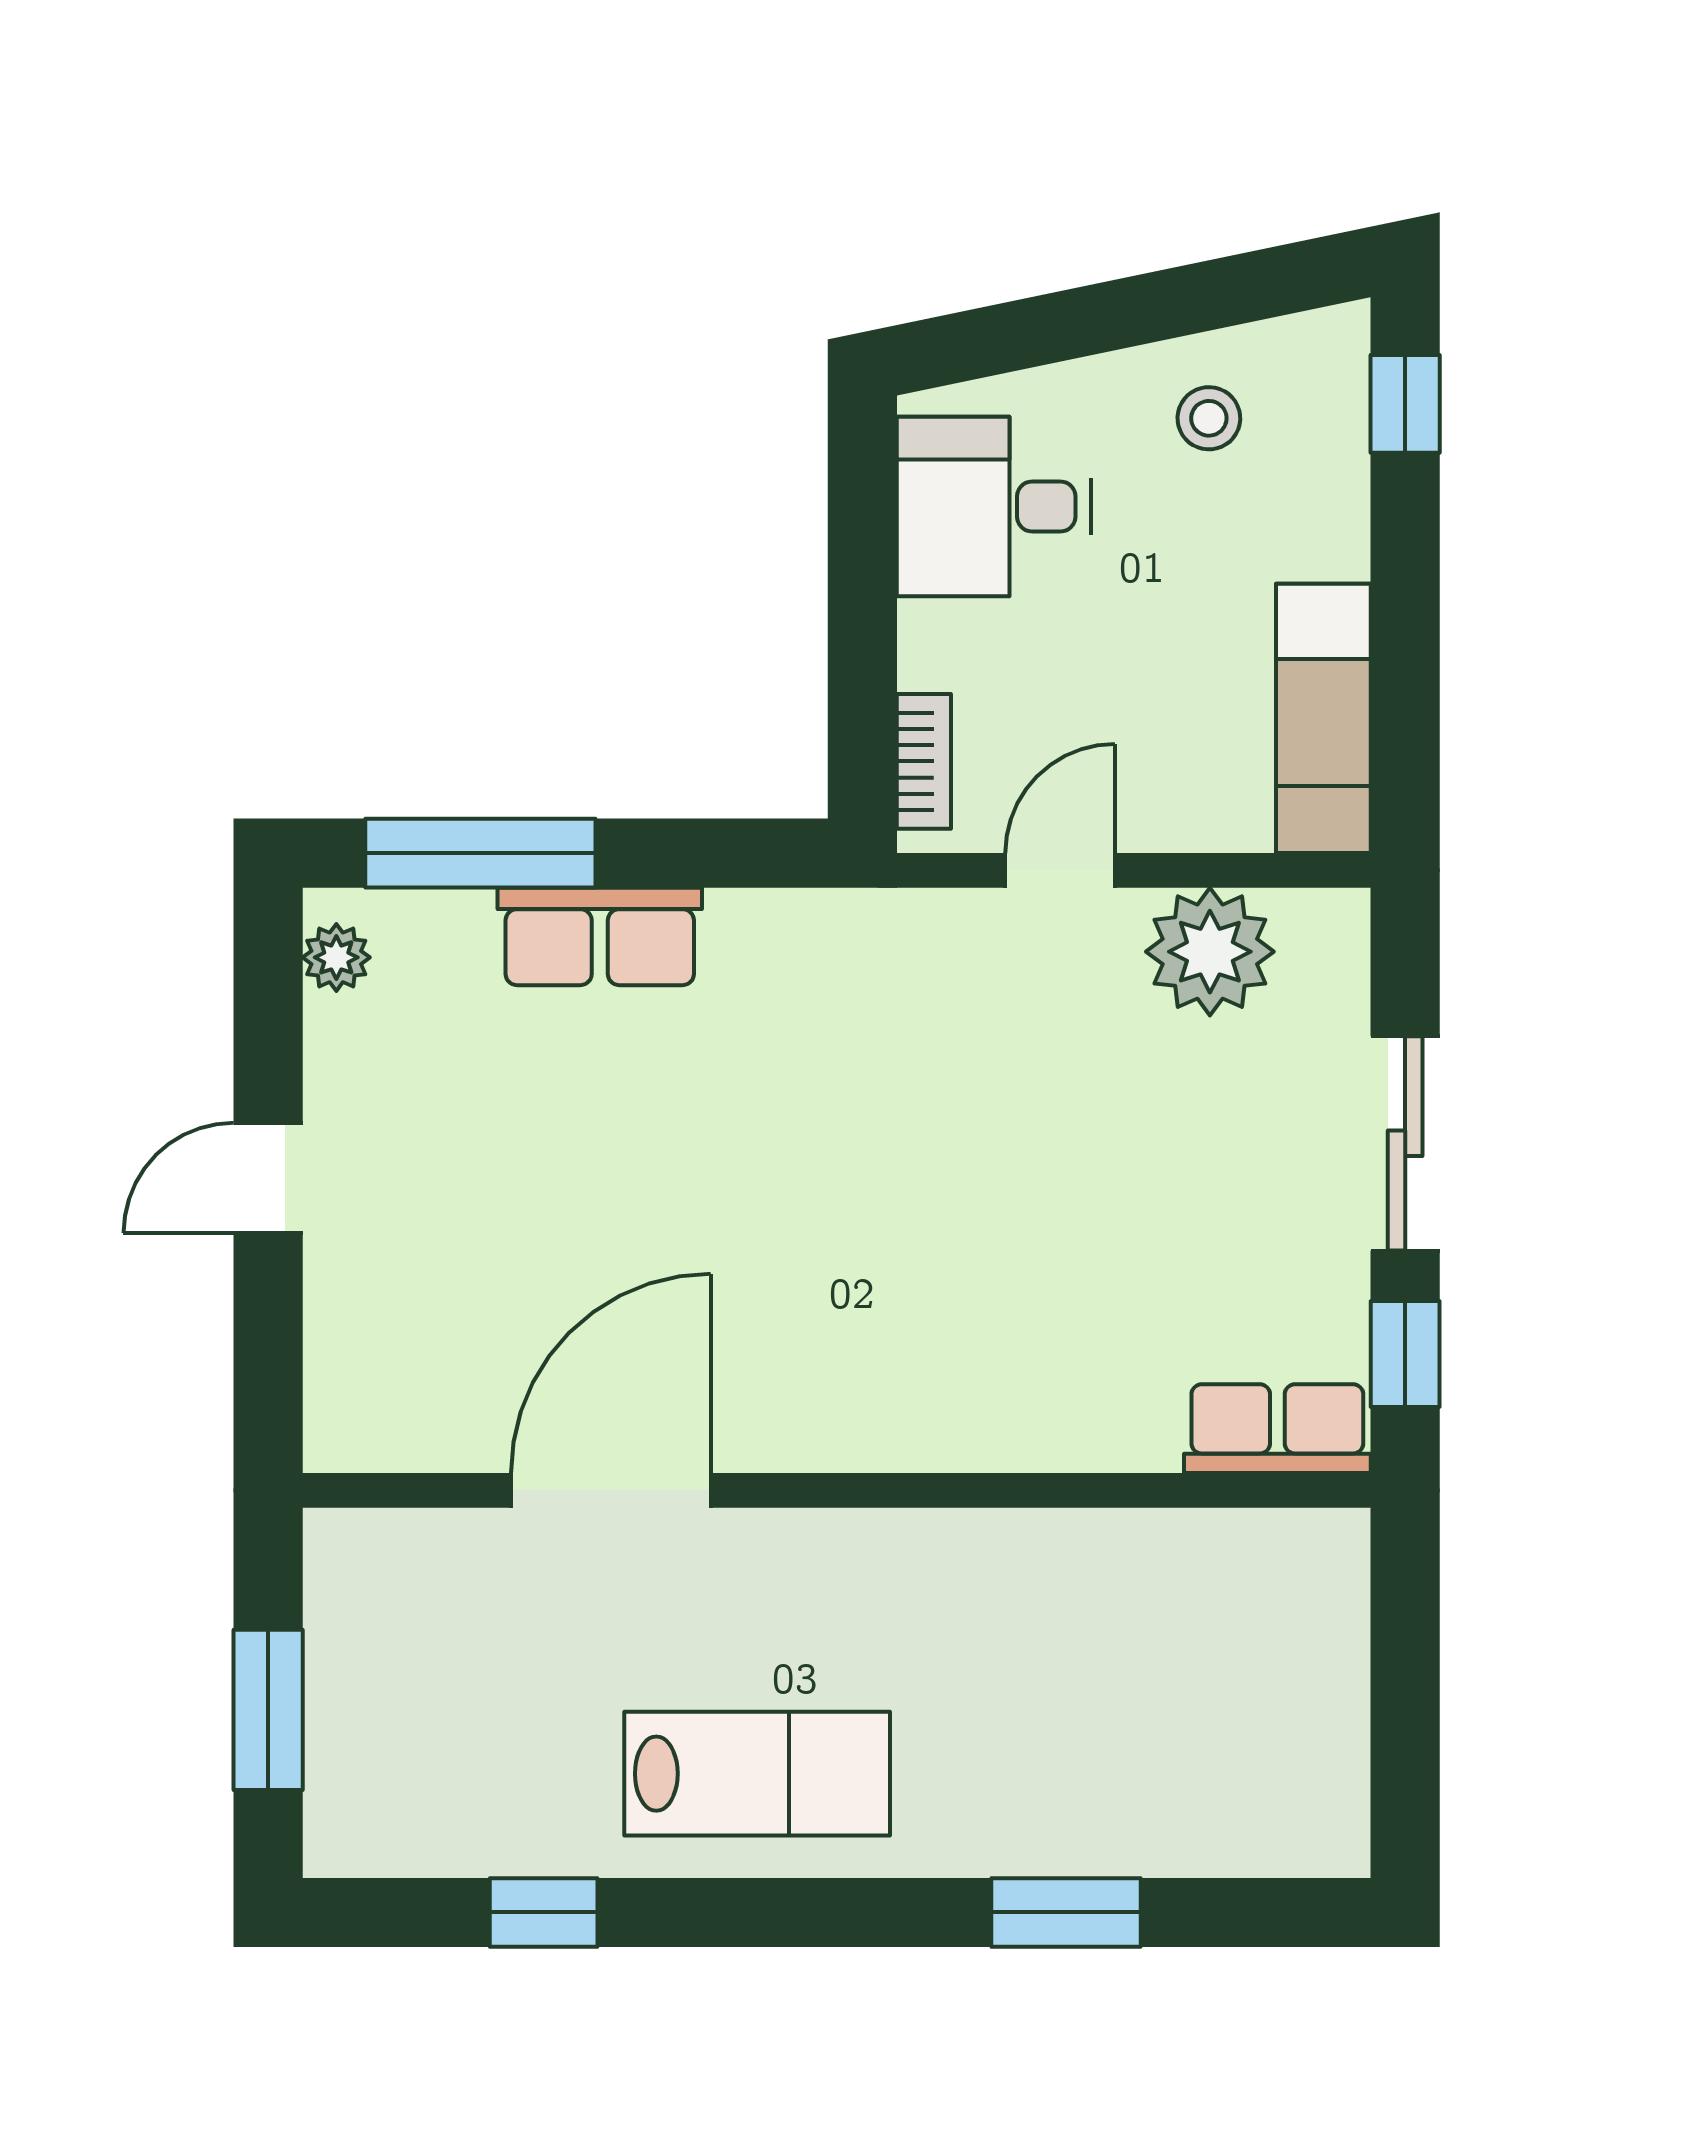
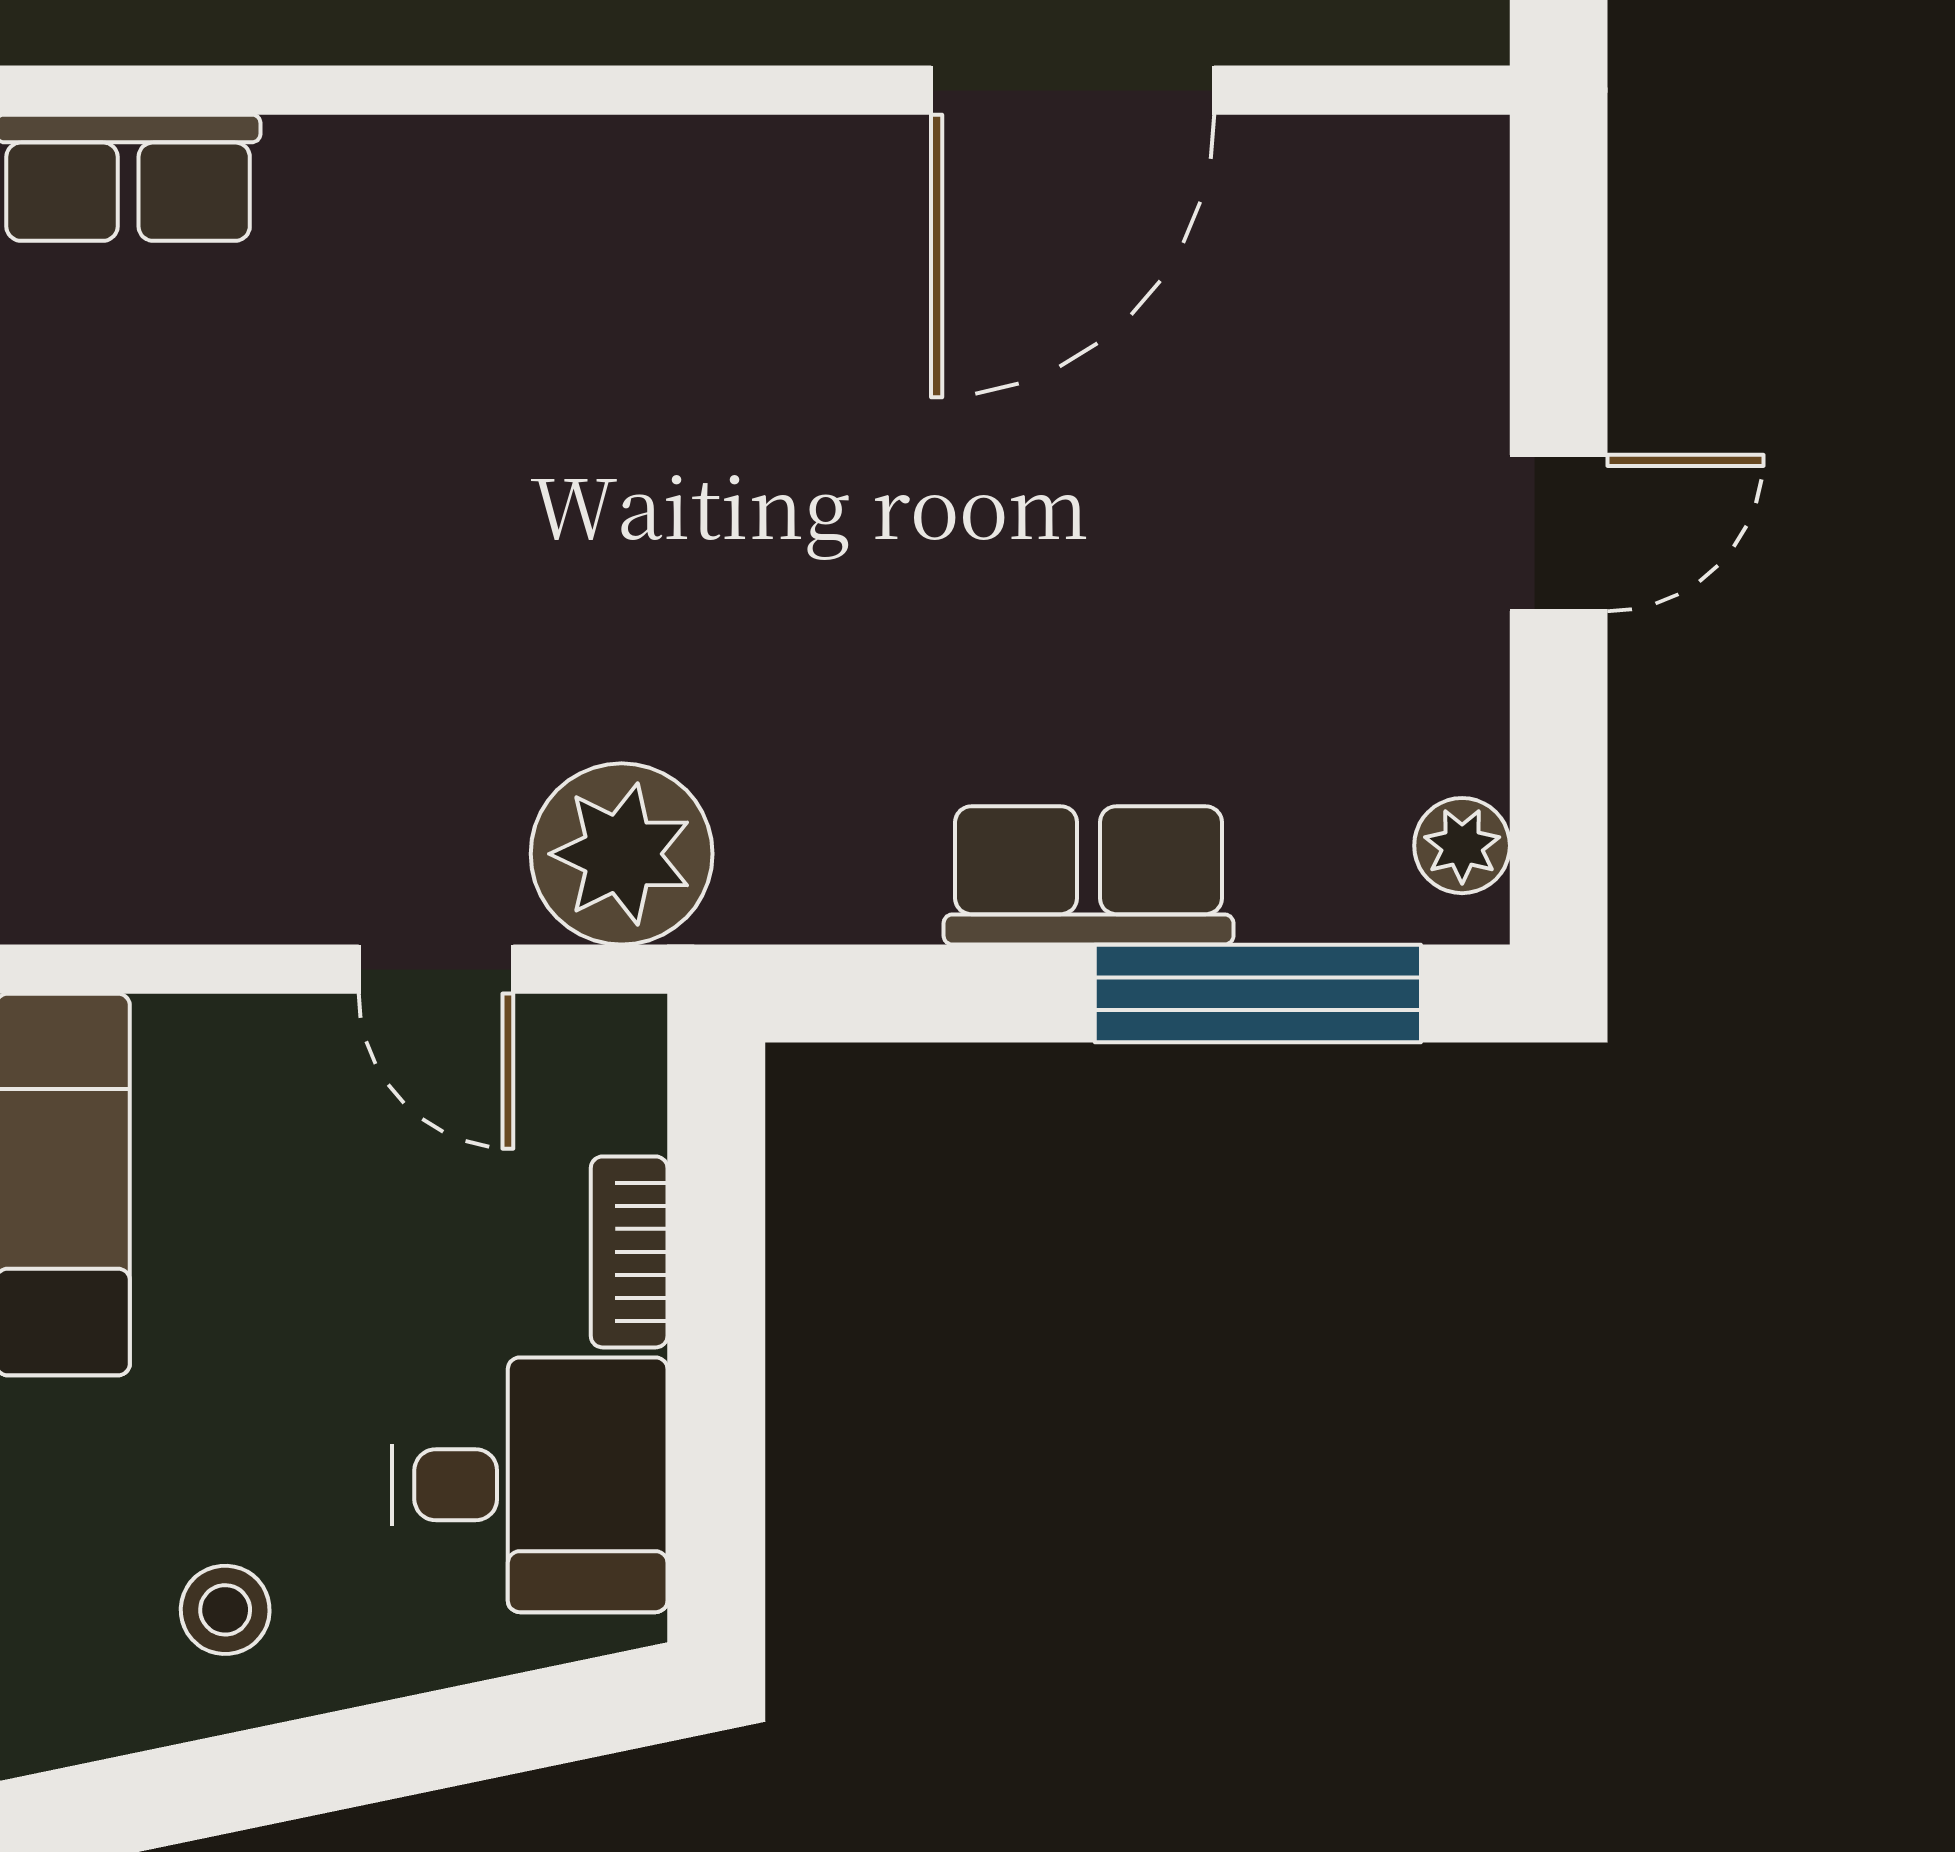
bookcase: (924, 761) -> (629, 1252), moved
door: (1060, 870) -> (436, 969), hinge flipped
plant: (1210, 952) -> (622, 854), moved

